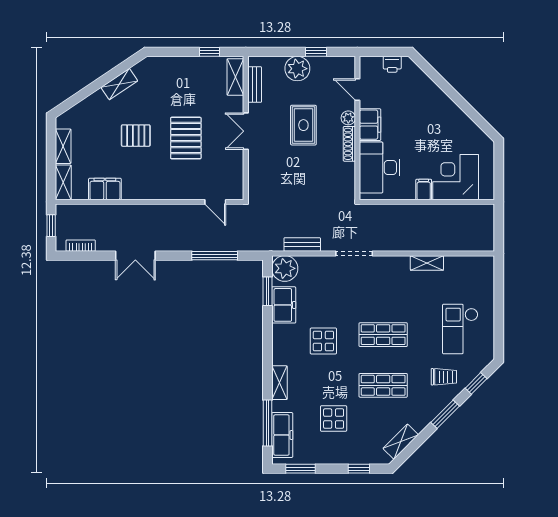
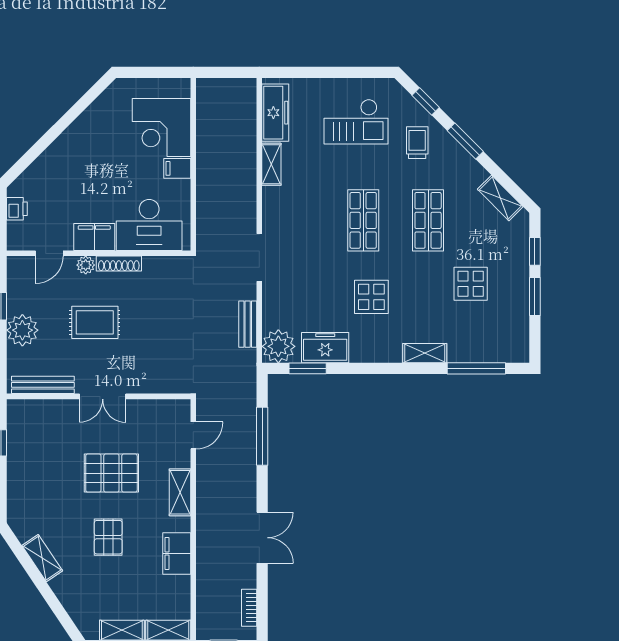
shelving: (235, 77) -> (180, 492), moved, turned 90
bench: (255, 85) -> (43, 385), width x1.36
filing cabinet: (105, 189) -> (177, 553), moved
freezer: (282, 435) -> (275, 113), moved, turned 90
window: (300, 469) -> (535, 296), moved

